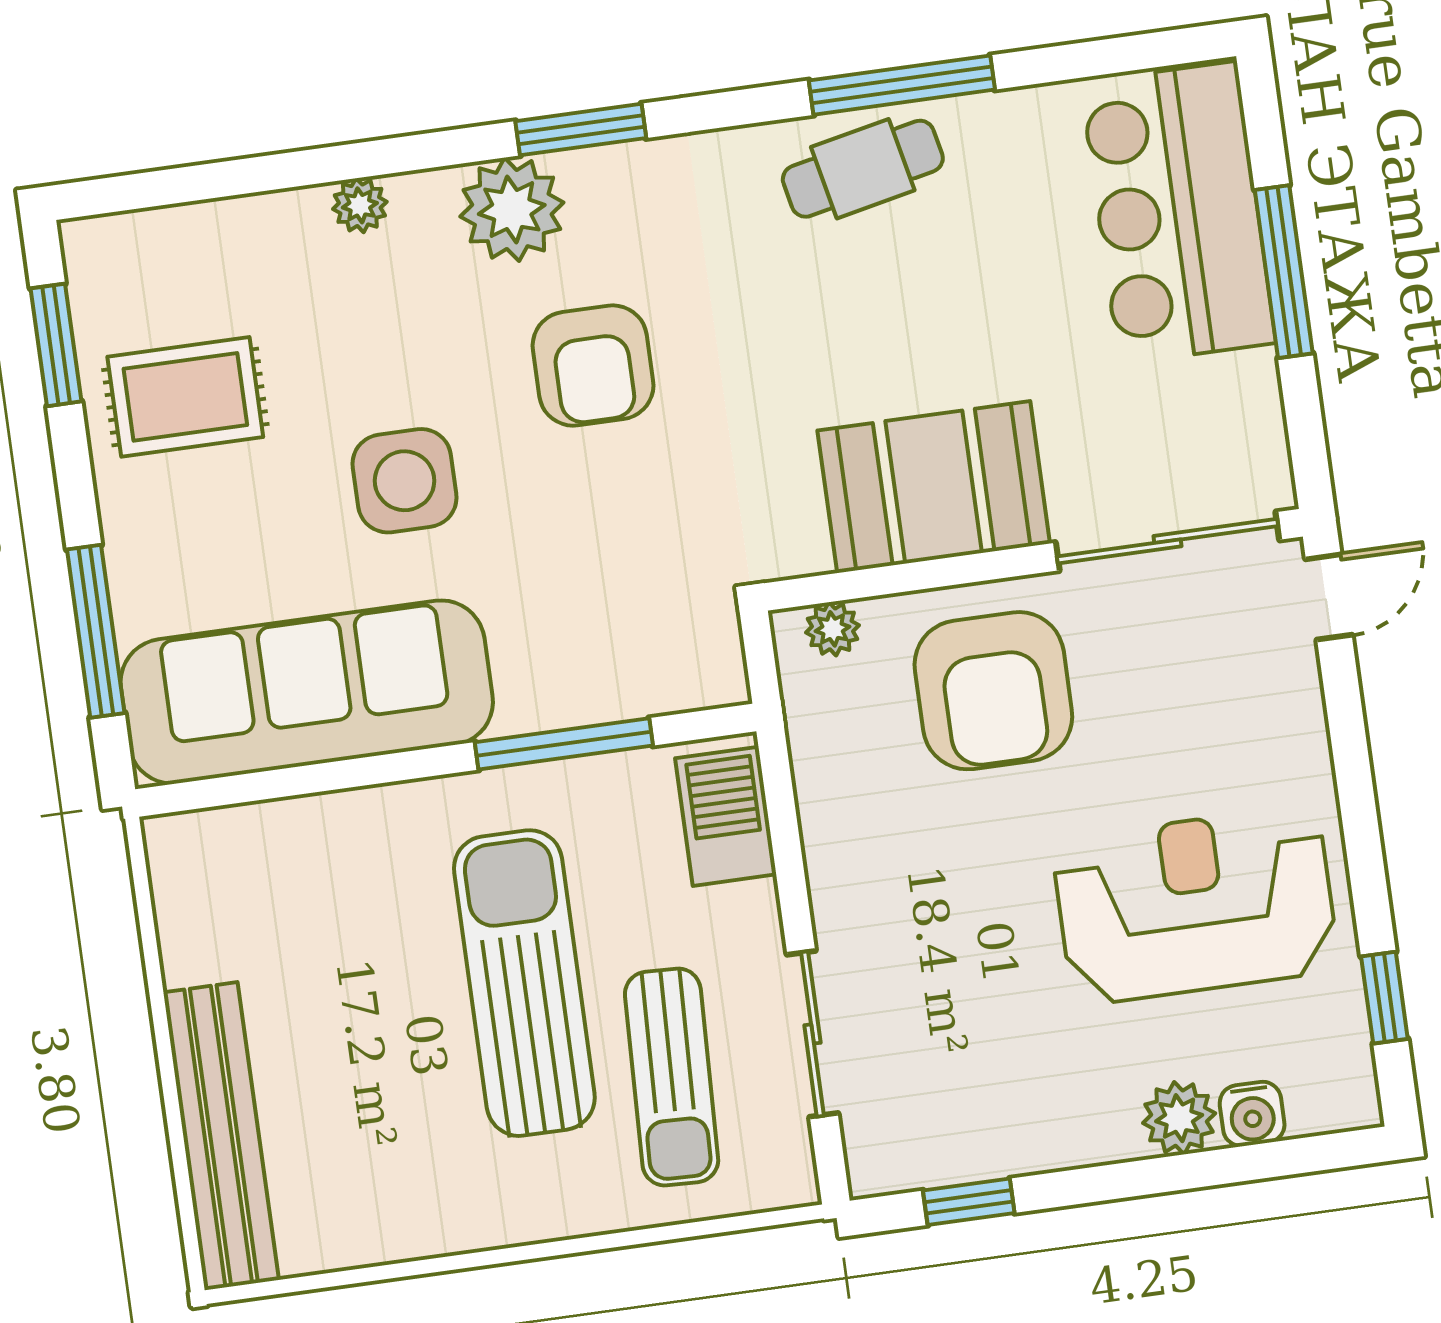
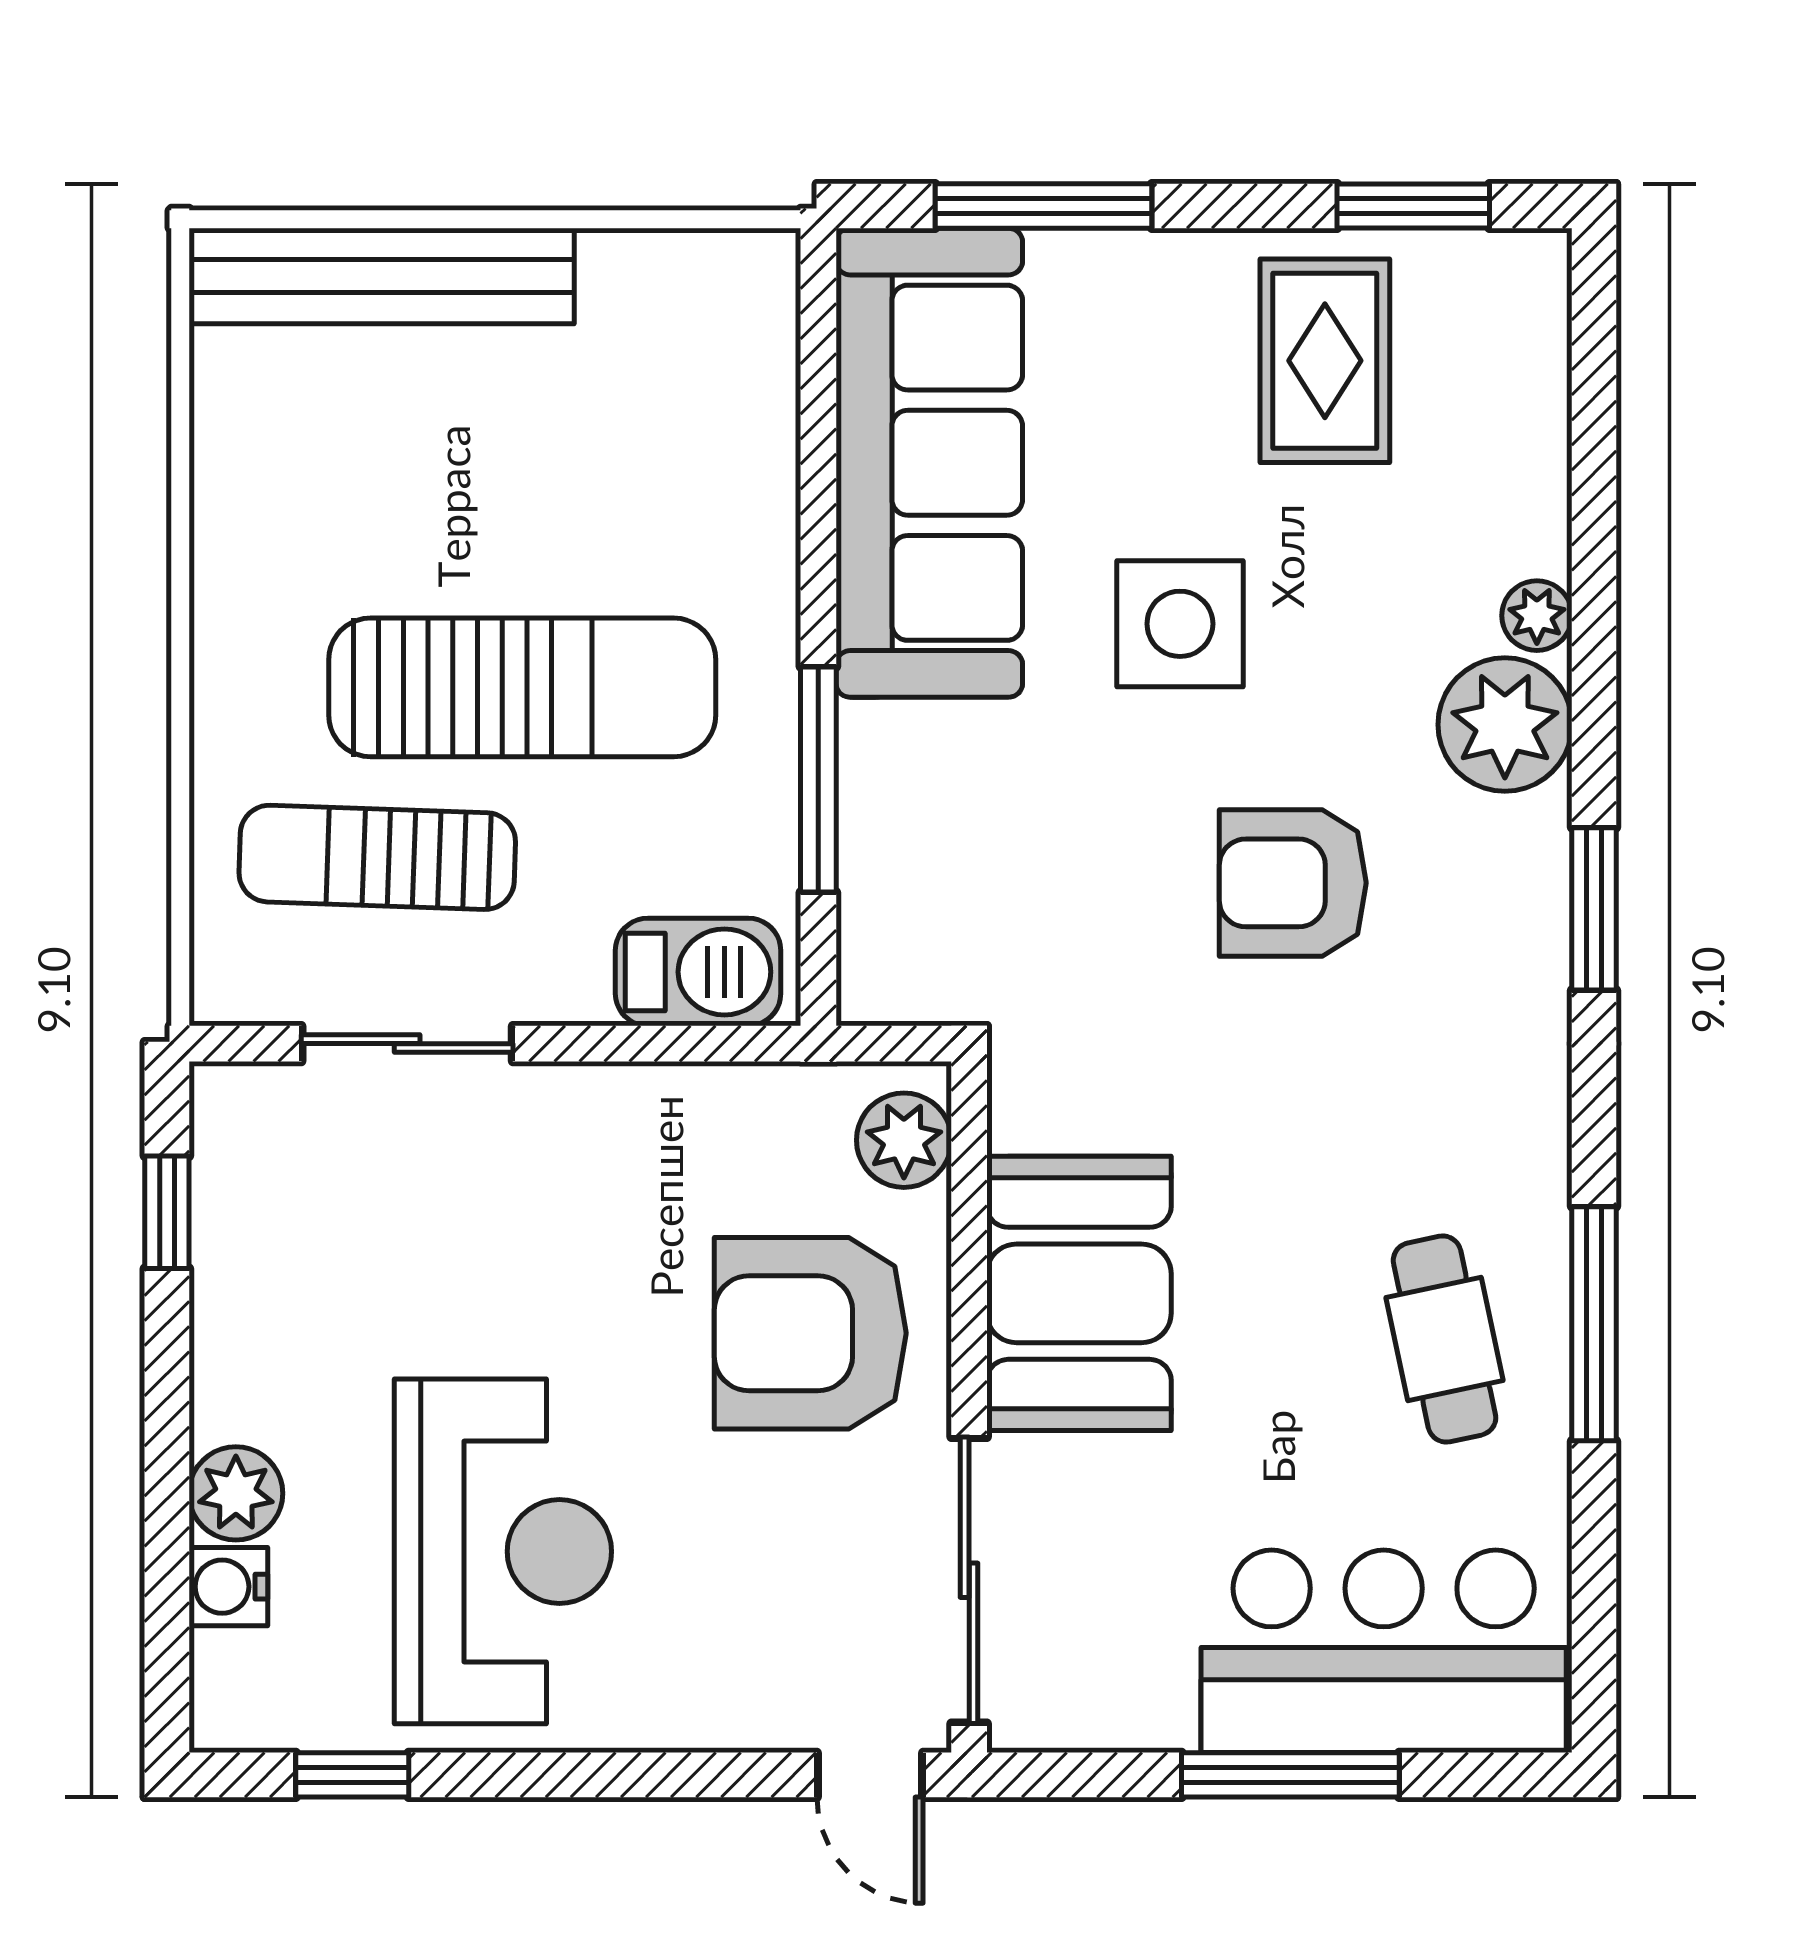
cafe table: (863, 169) -> (1445, 1339), moved
plant: (512, 209) -> (1505, 725), moved
plant: (833, 629) -> (904, 1140), width x1.38, depth x1.38

